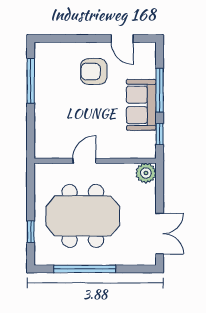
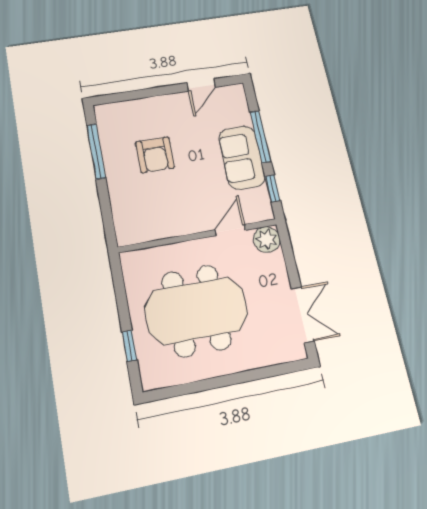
door: (122, 39) -> (201, 85), hinge flipped
armchair: (94, 72) -> (155, 155), moved, turned -90
door: (84, 161) -> (230, 230), moved
window: (85, 269) -> (214, 383), removed

